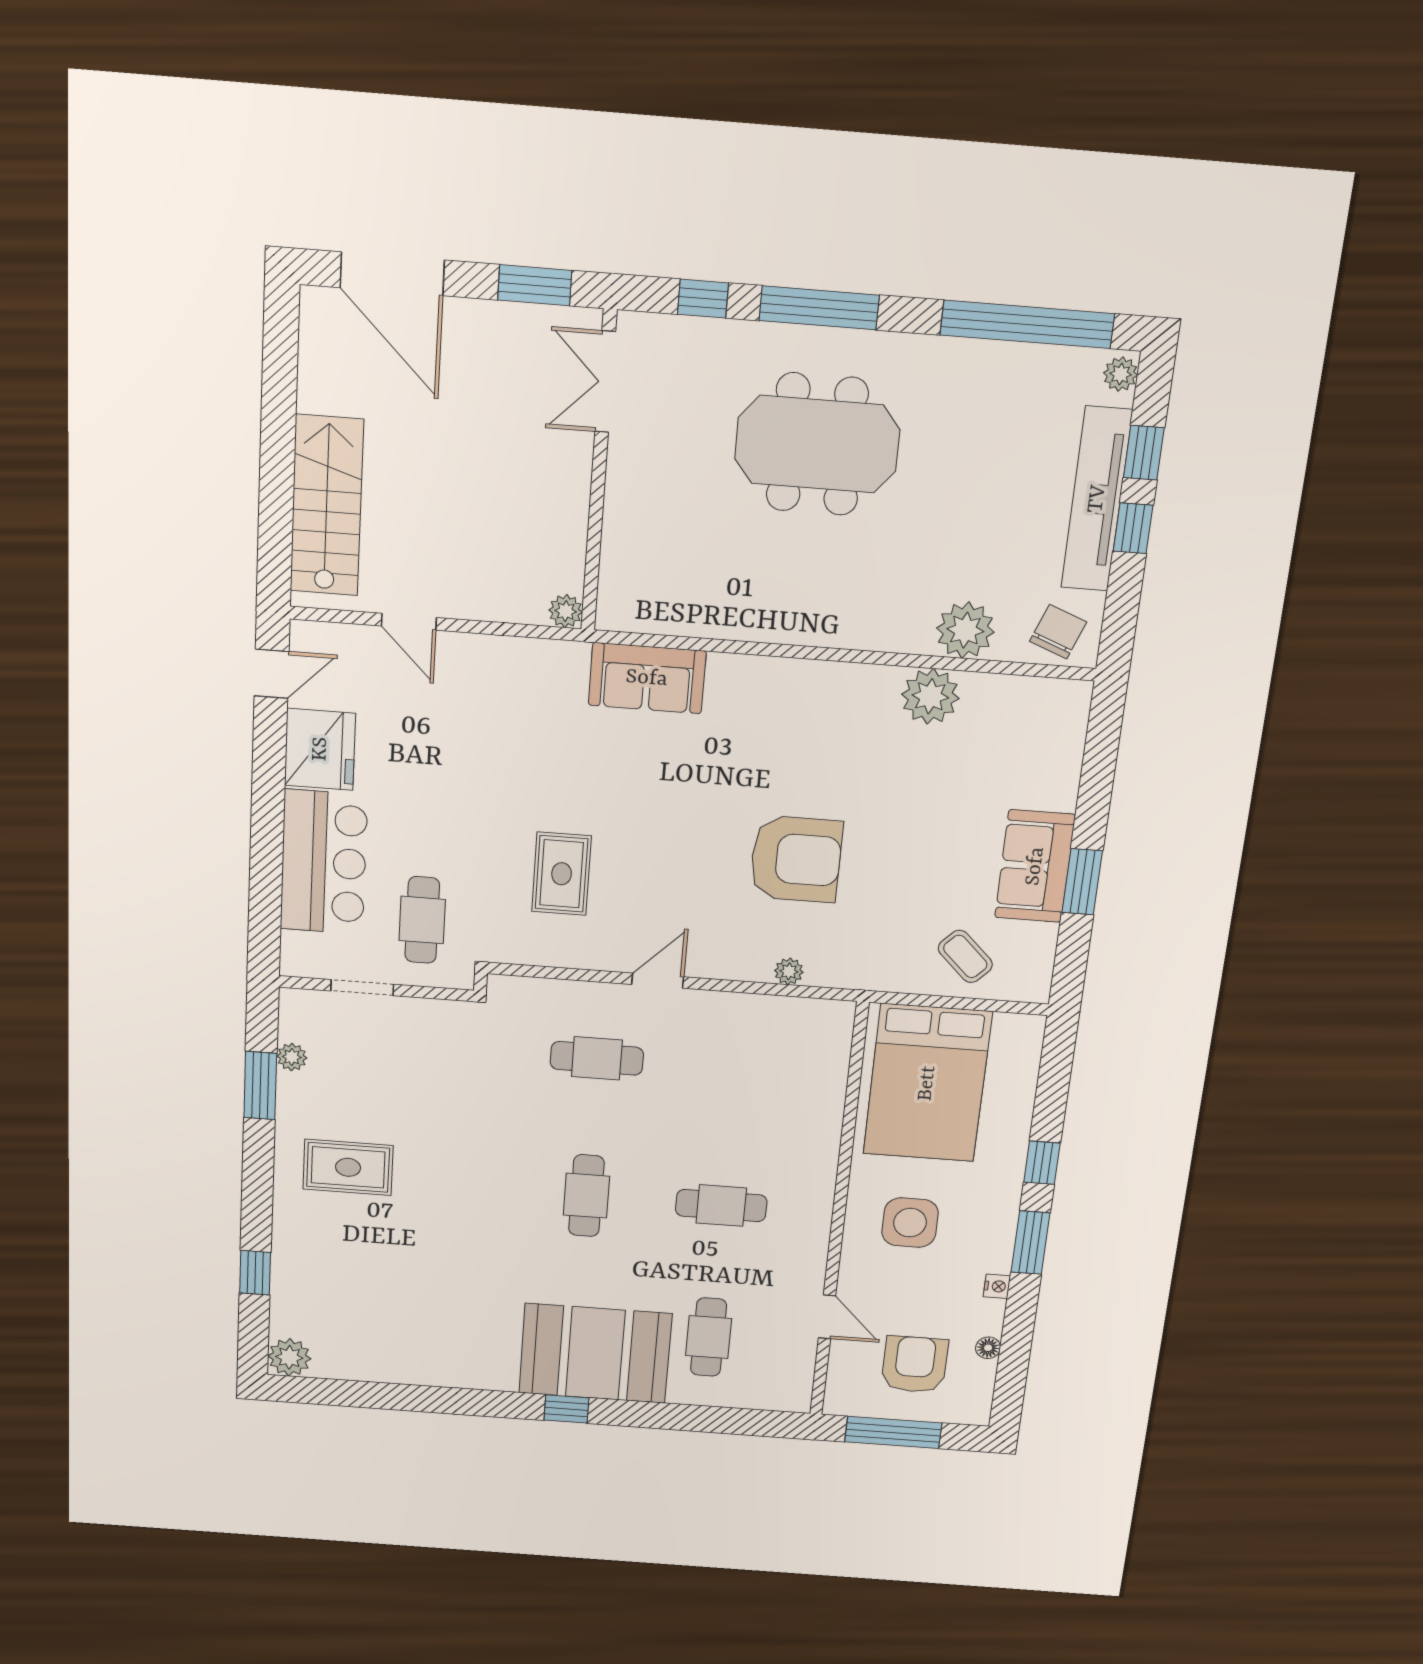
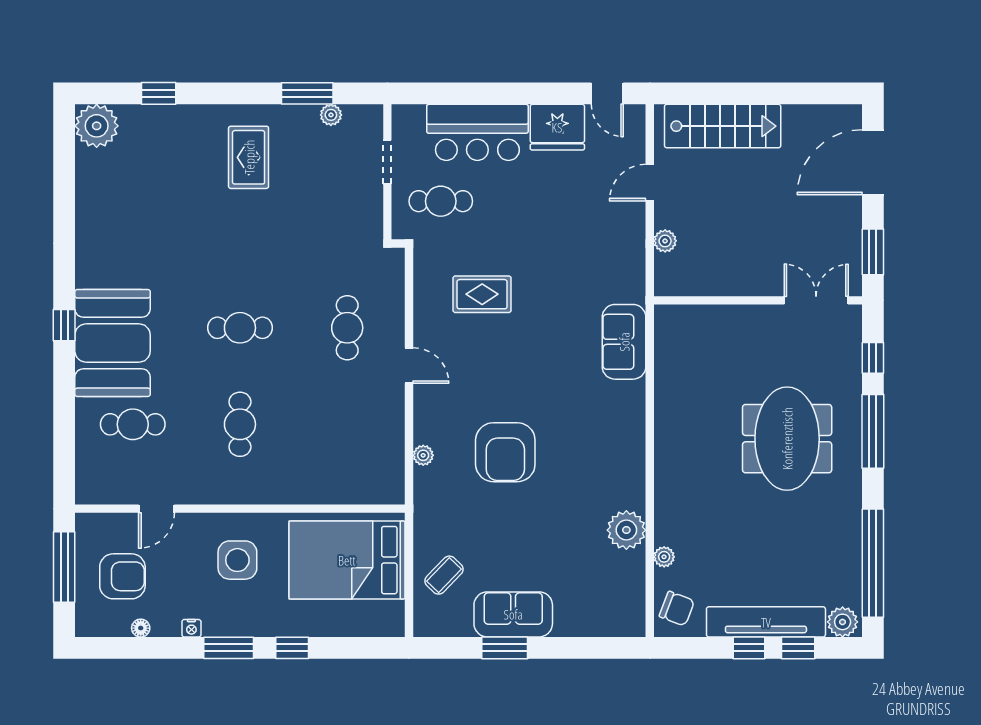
plant: (1121, 374) -> (843, 622), width x1.38, depth x1.38
plant: (566, 611) -> (665, 241), moved
plant: (965, 630) -> (664, 557), width x0.53, depth x0.53
plant: (289, 1357) -> (97, 126), width x1.36, depth x1.36

